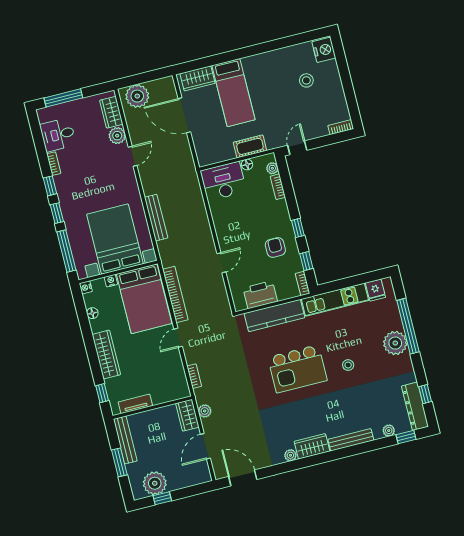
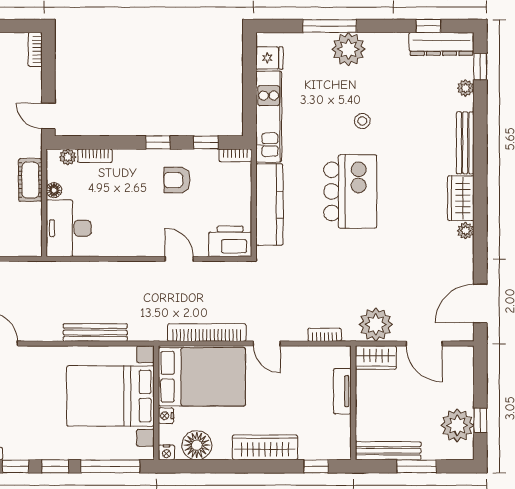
printer: (260, 295) -> (230, 241), moved, turned 90
floor lamp: (92, 313) -> (197, 445), width x1.89, depth x1.89
window: (408, 326) -> (330, 26), width x0.68
tv unit: (135, 404) -> (342, 391), moved
plant: (205, 411) -> (376, 325), width x1.88, depth x1.88

